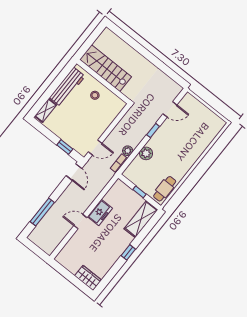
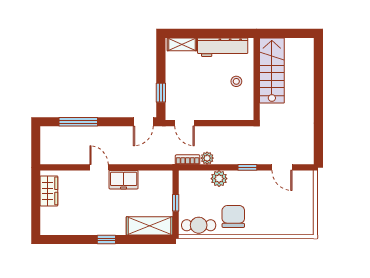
chair: (176, 163) -> (233, 216), added
wardrobe: (88, 278) -> (49, 191), moved

